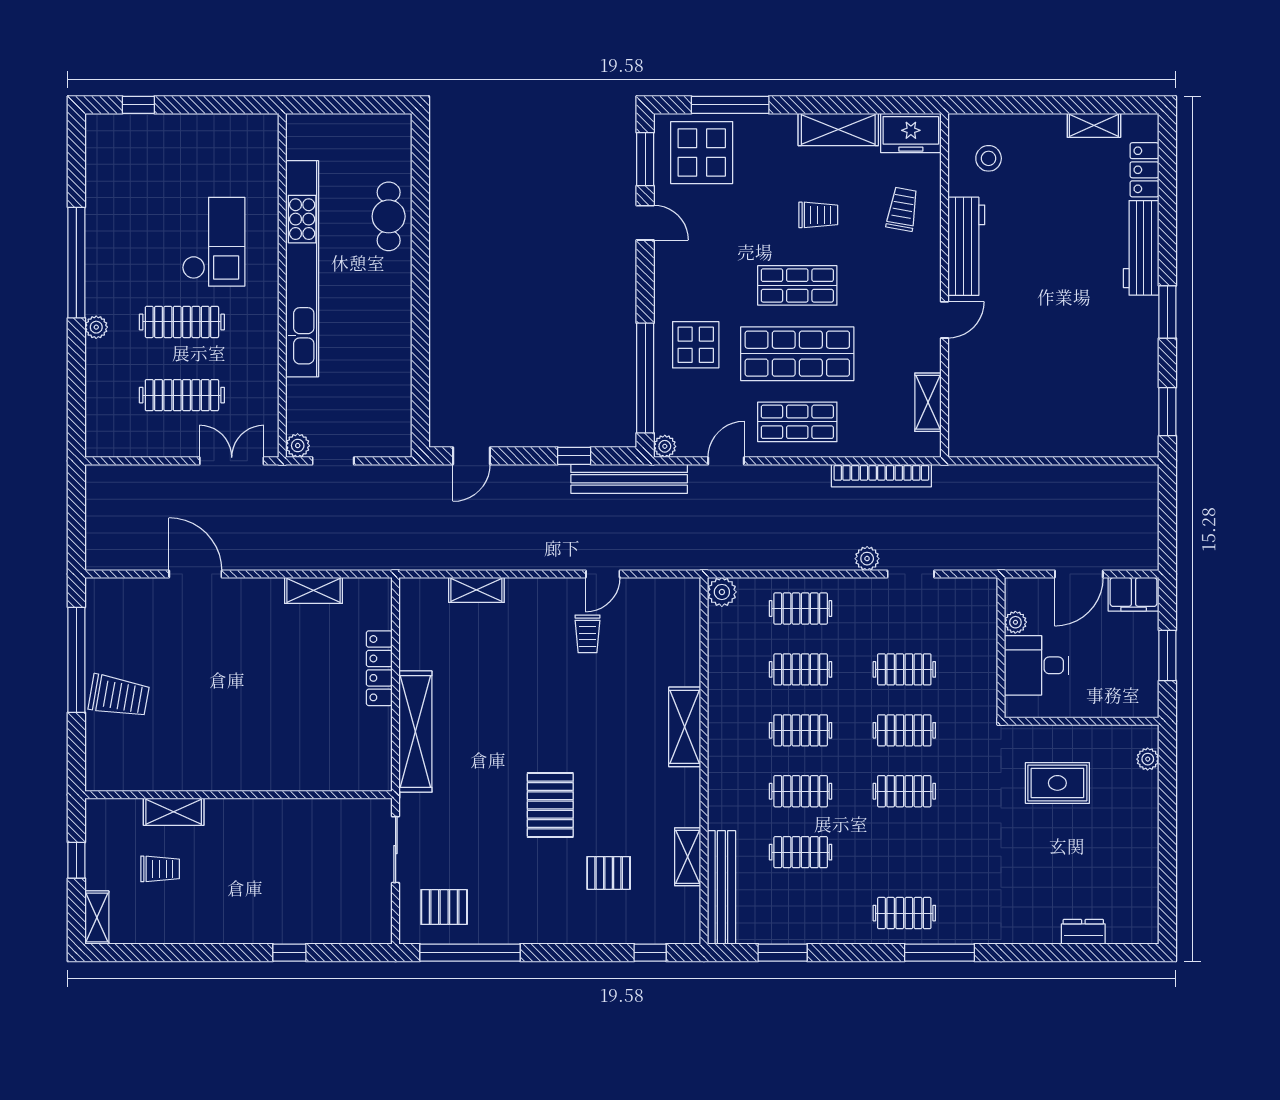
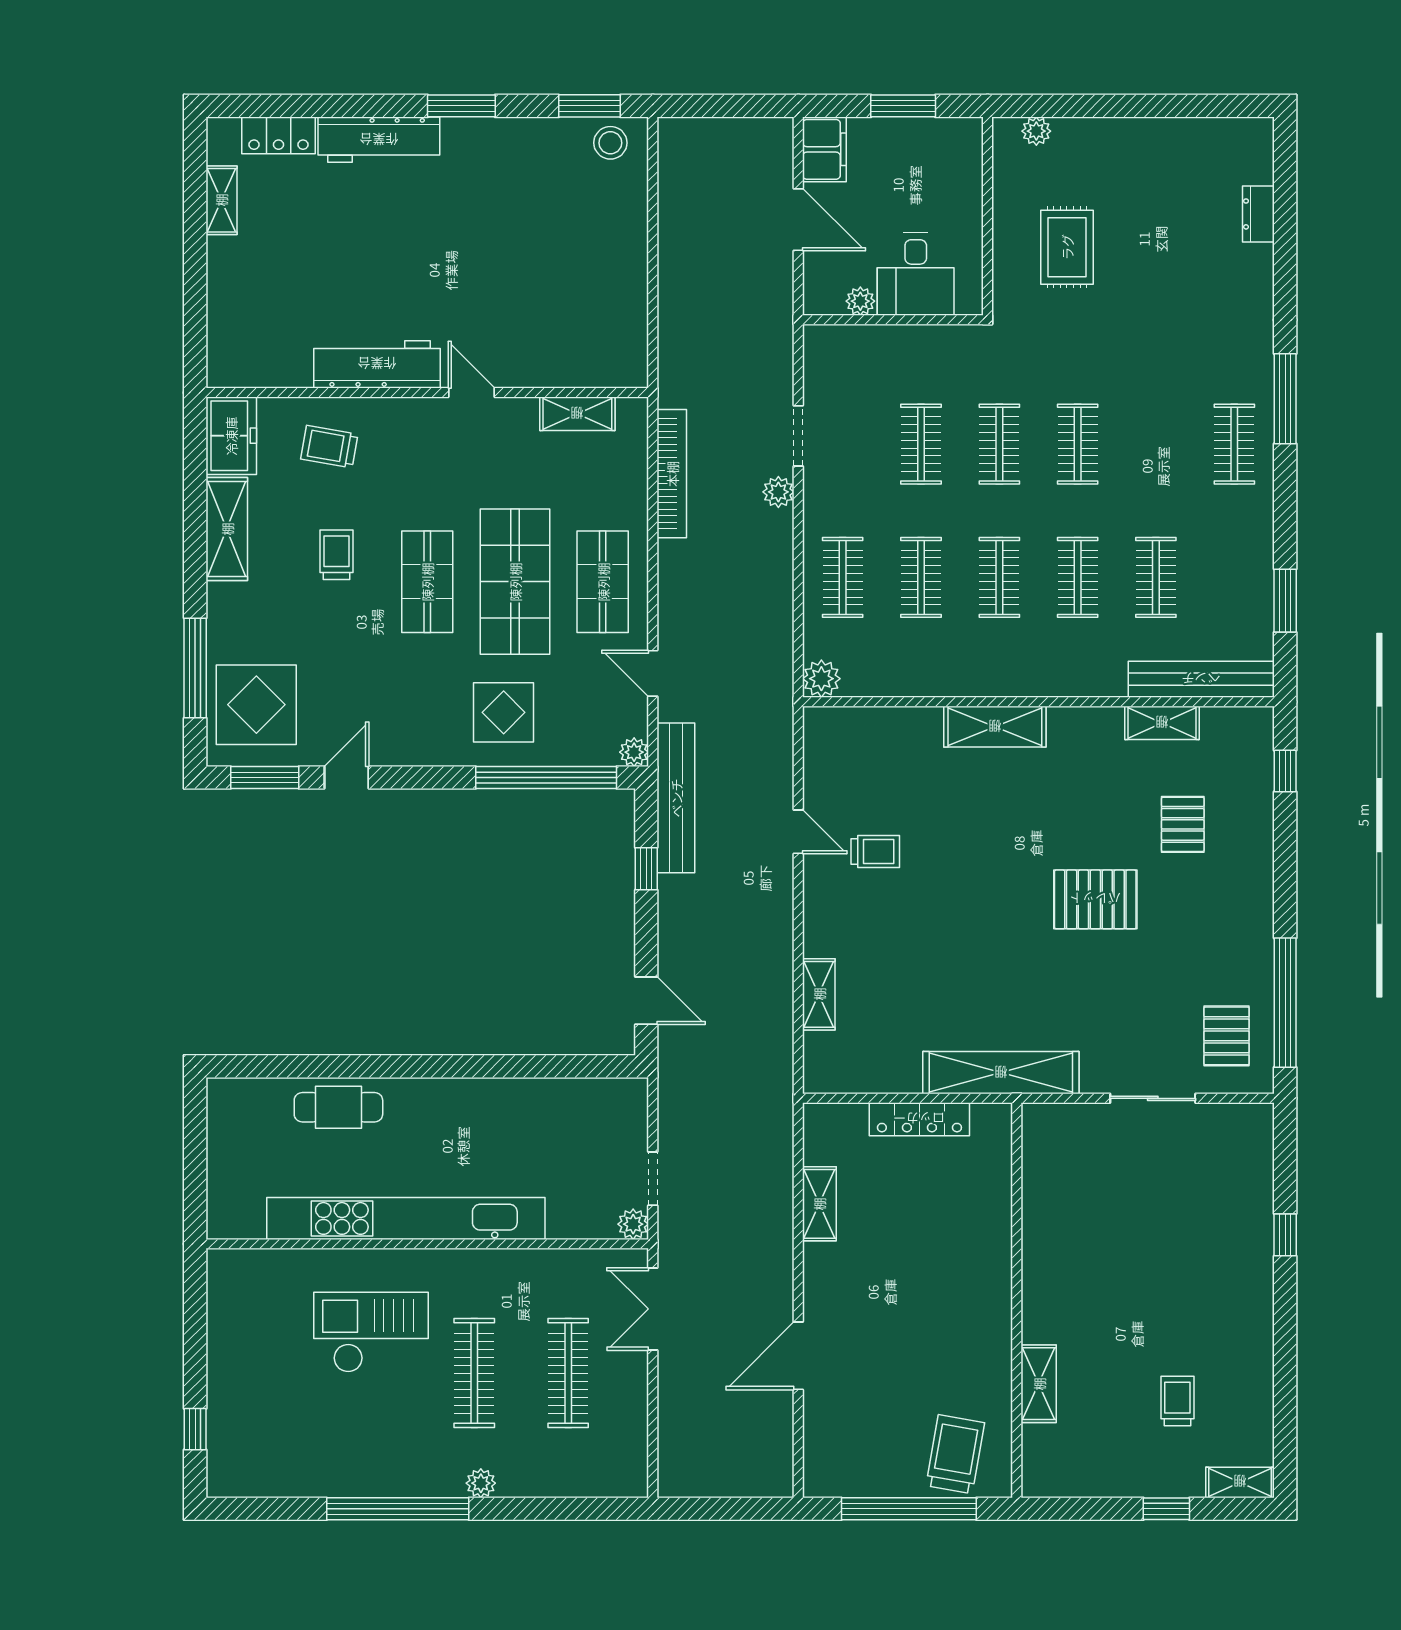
stool: (989, 158) -> (610, 143), moved
wall: (238, 795) -> (1017, 1300), moved
shelving: (174, 812) -> (1039, 1384), moved

